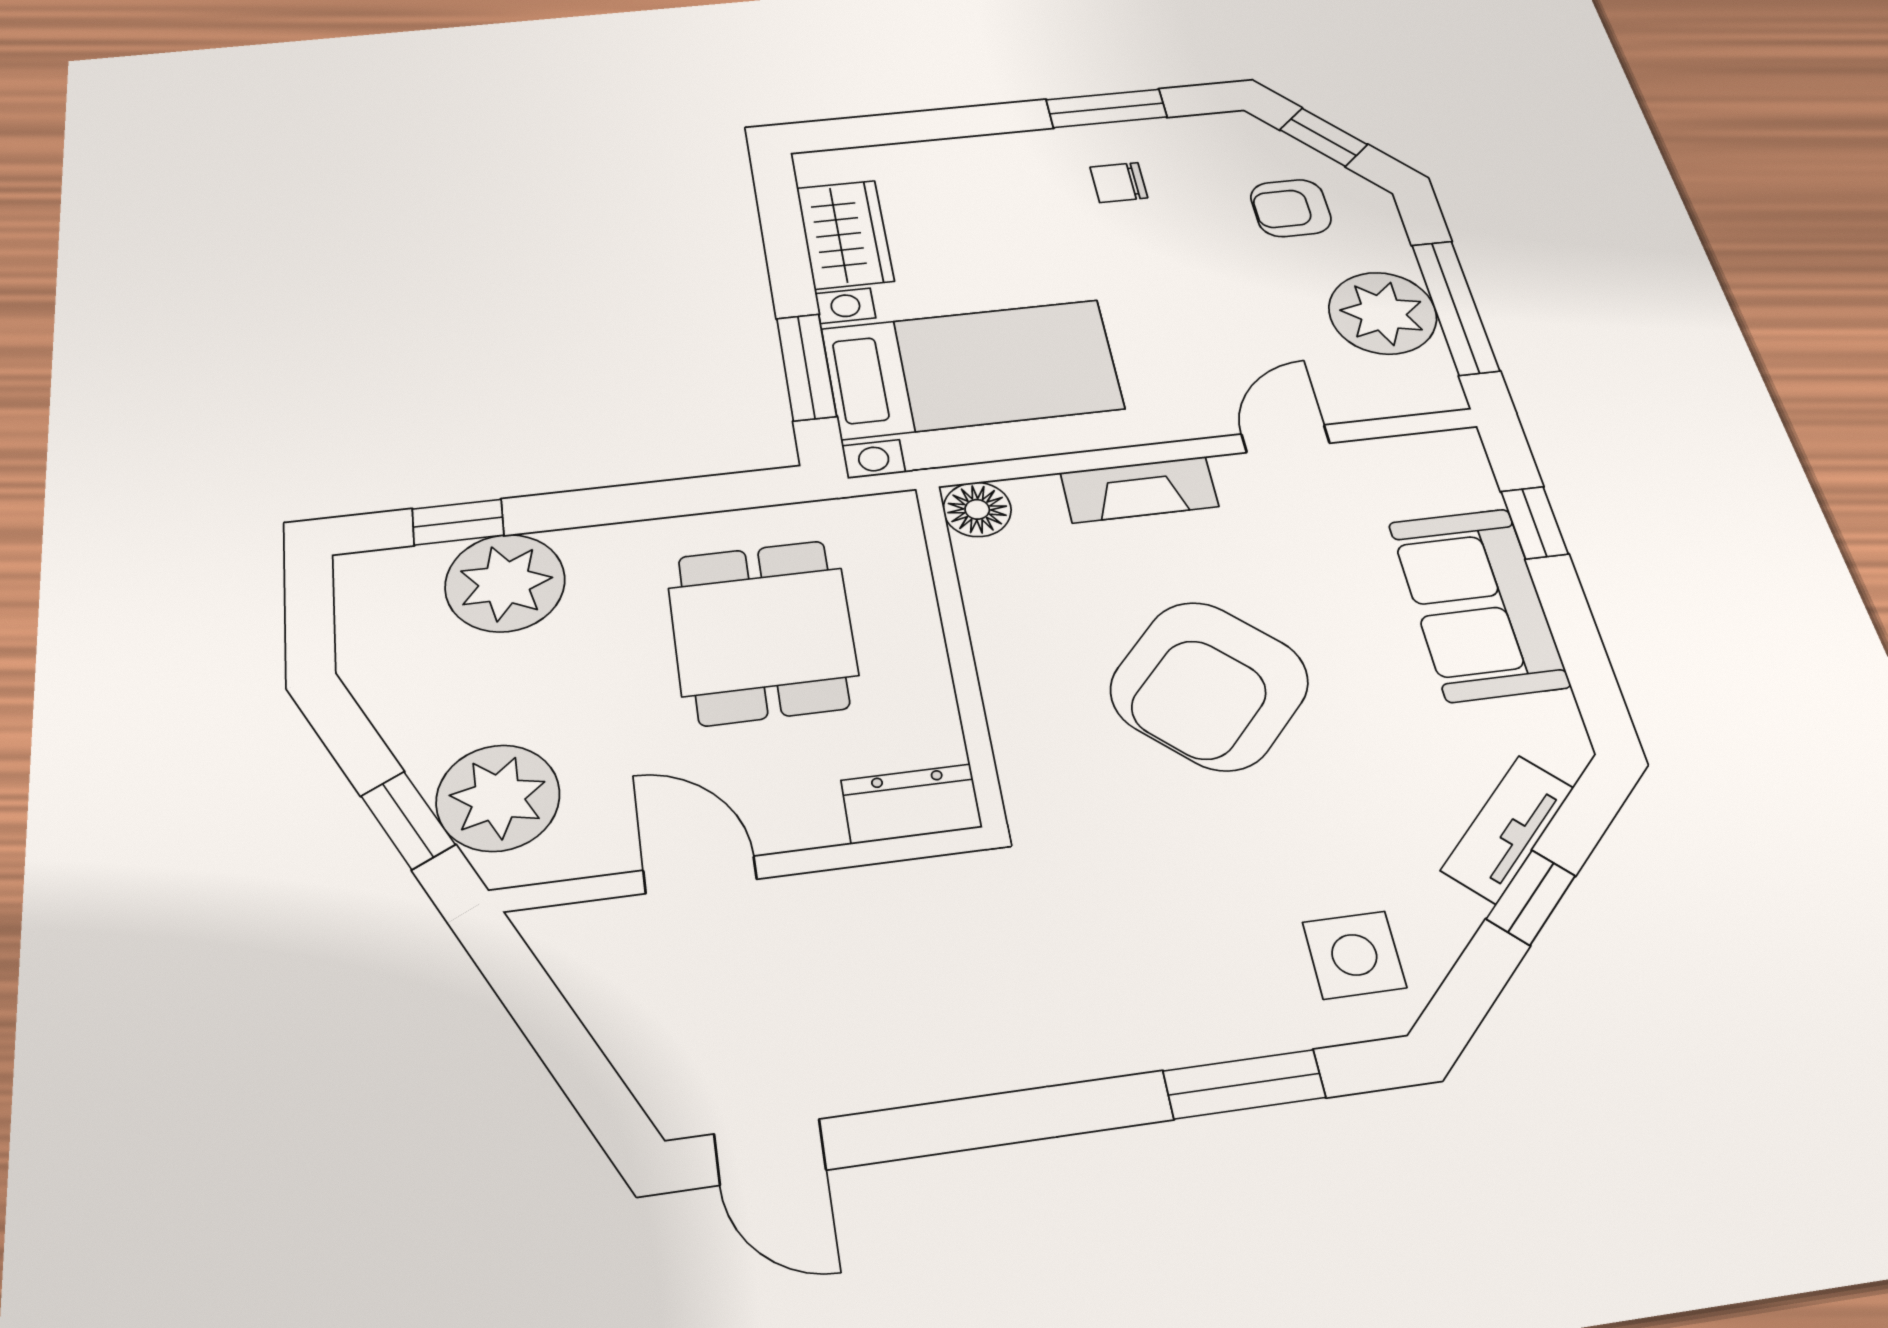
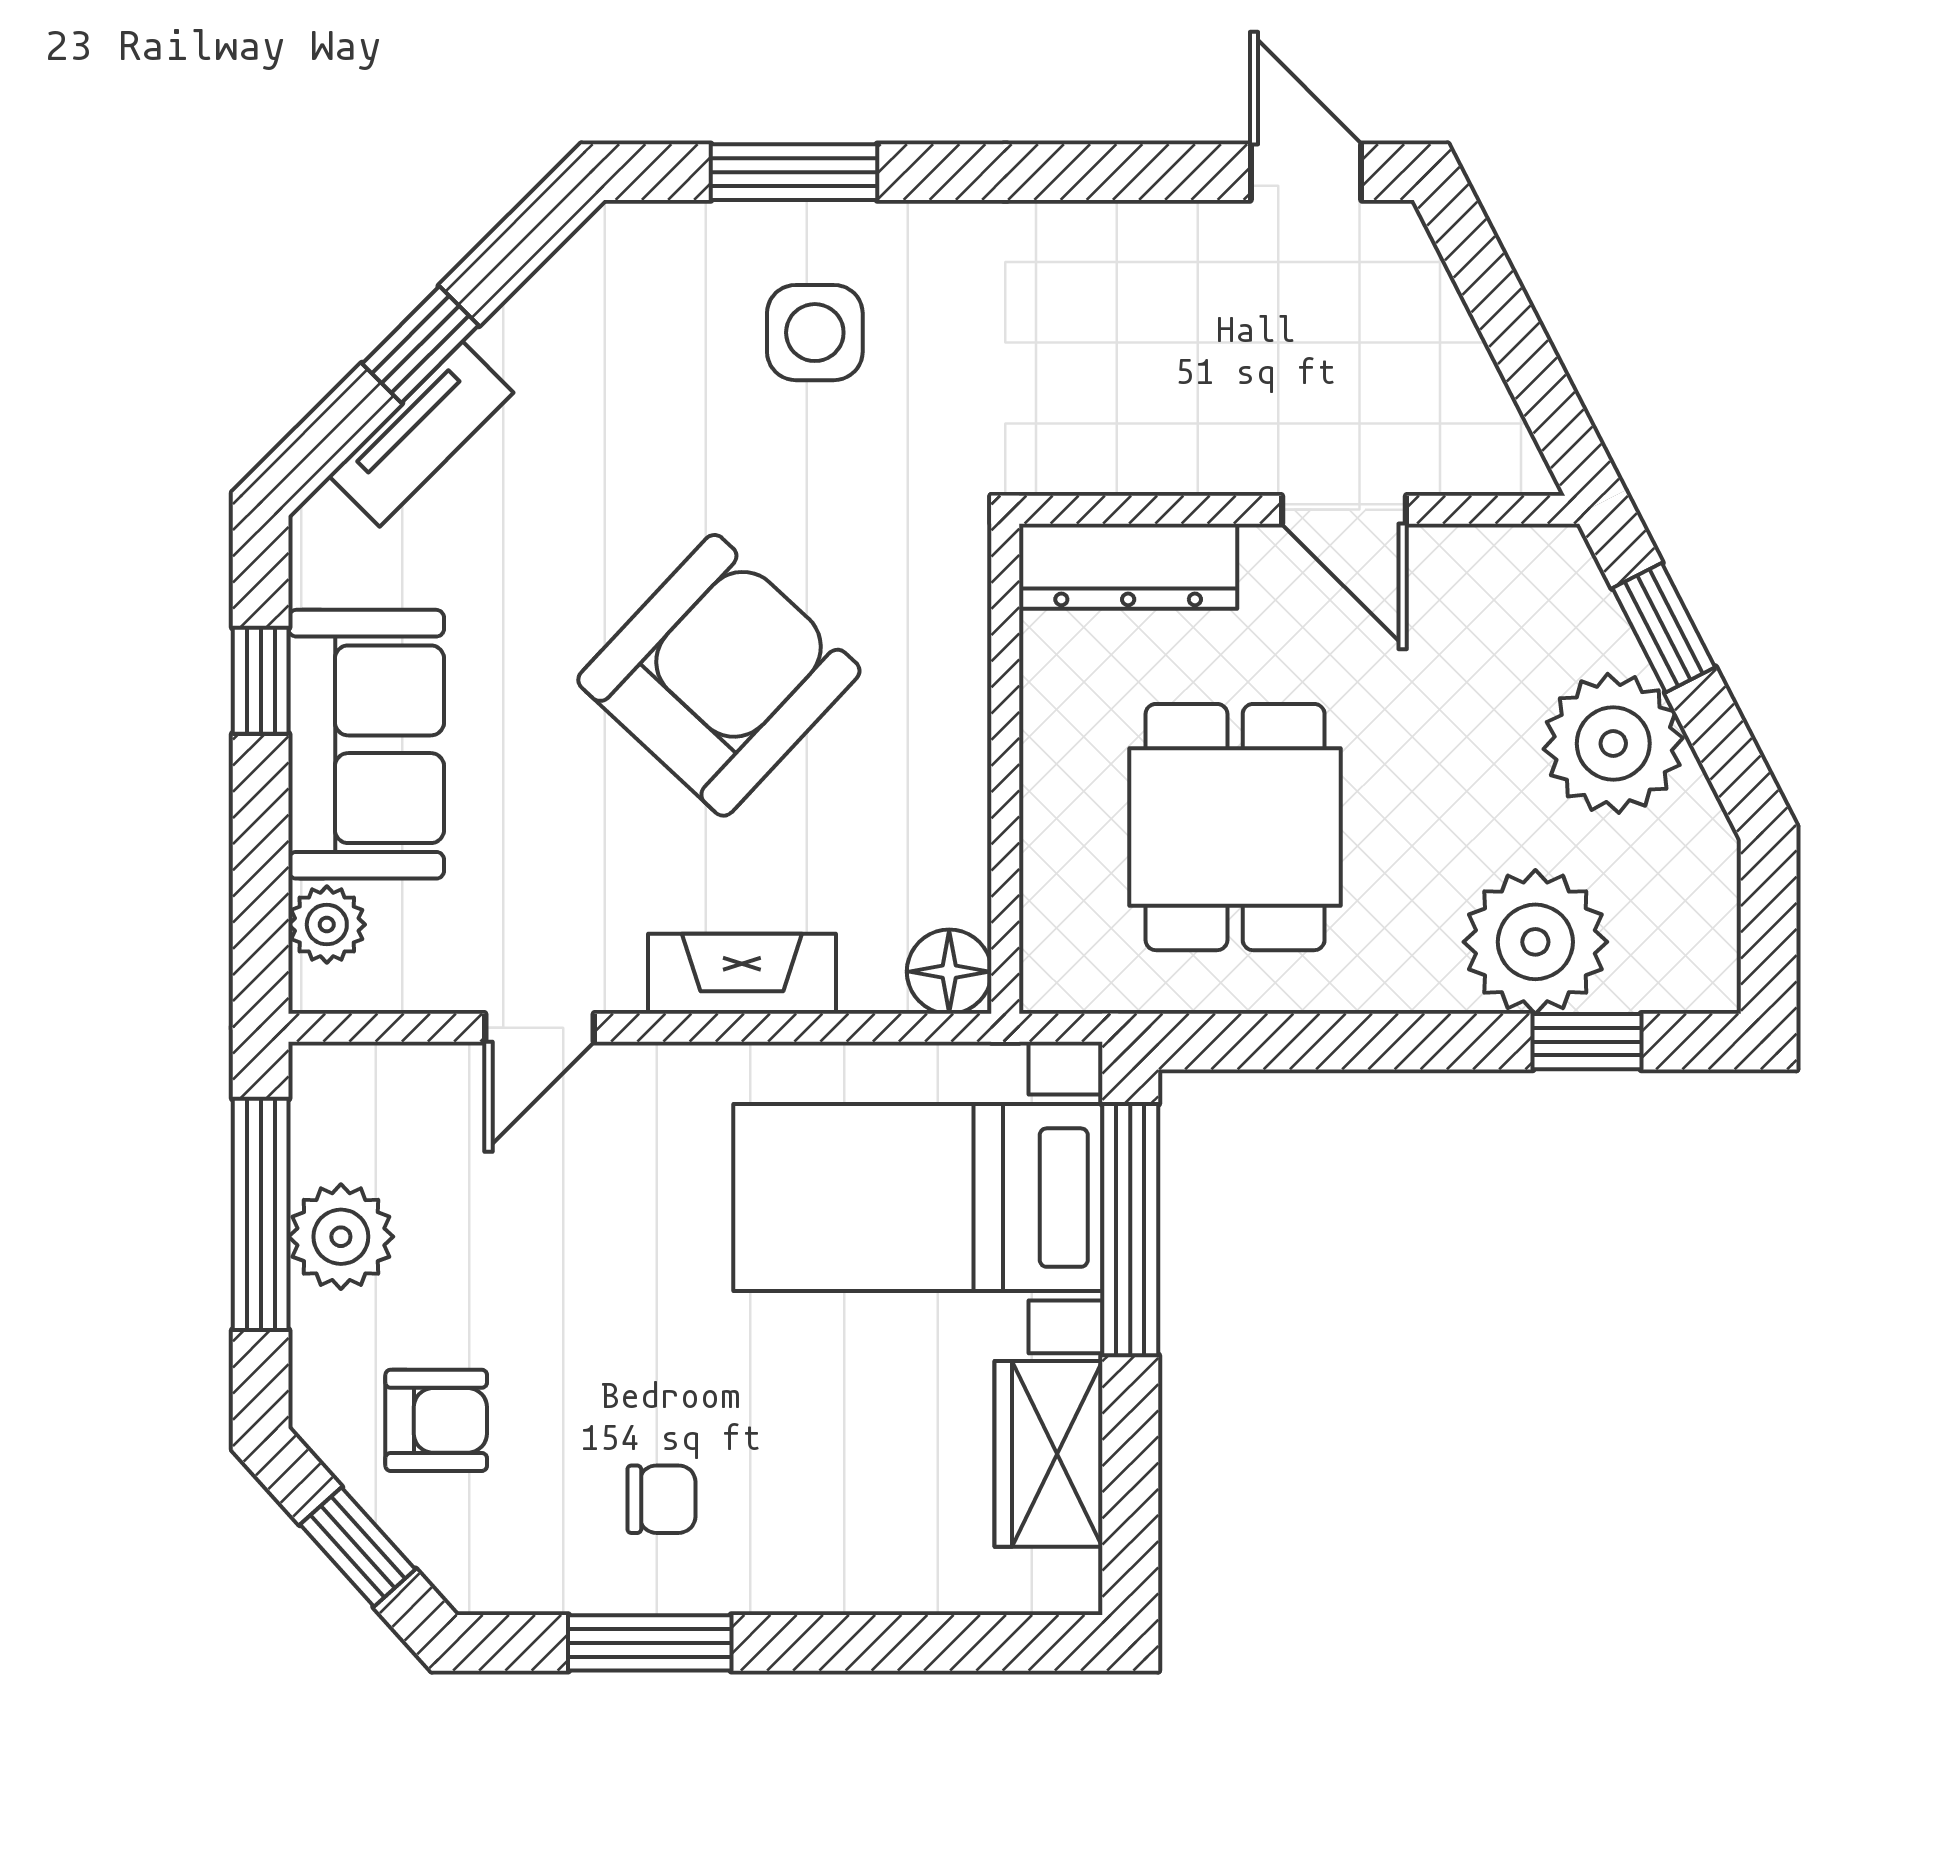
plant: (1383, 313) -> (341, 1237), width x0.73, depth x0.73
window: (806, 367) -> (1130, 1230), width x1.44
plant: (1468, 484) -> (327, 925), added
window: (1534, 523) -> (261, 681), moved
plant: (498, 798) -> (1613, 743), moved
dresser: (911, 804) -> (1128, 566), width x1.44
side table: (1354, 955) -> (815, 333), moved

